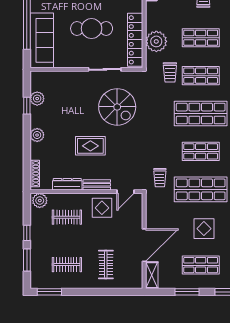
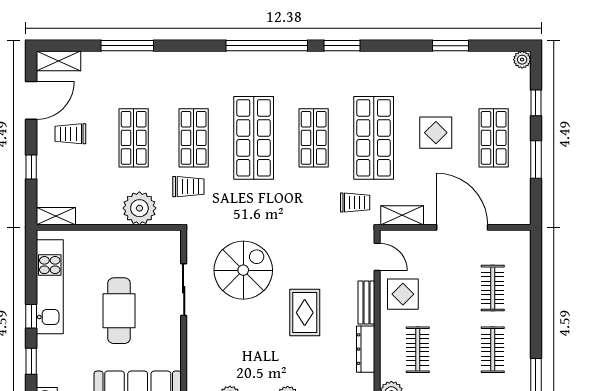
locker: (135, 40) -> (137, 242), removed
clothes rail: (106, 265) -> (493, 288), turned 90
shelving: (152, 275) -> (402, 215), moved

